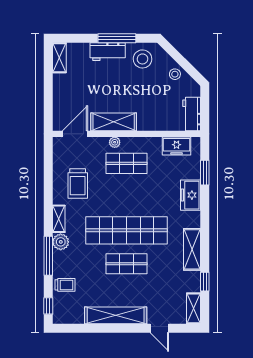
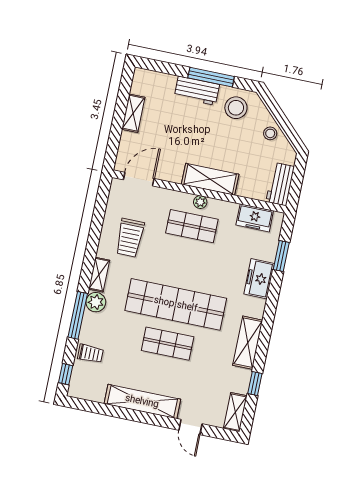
shelving: (59, 58) -> (133, 113), moved
shelving: (114, 122) -> (210, 179), moved
plant: (115, 142) -> (200, 202), moved

